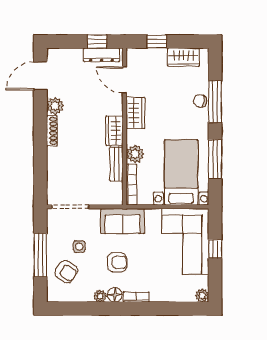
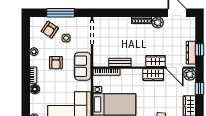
door: (125, 80) -> (175, 68), swing flipped
wardrobe: (114, 131) -> (156, 61), moved
plant: (135, 154) -> (190, 74), moved
floor lamp: (115, 295) -> (35, 89), moved

